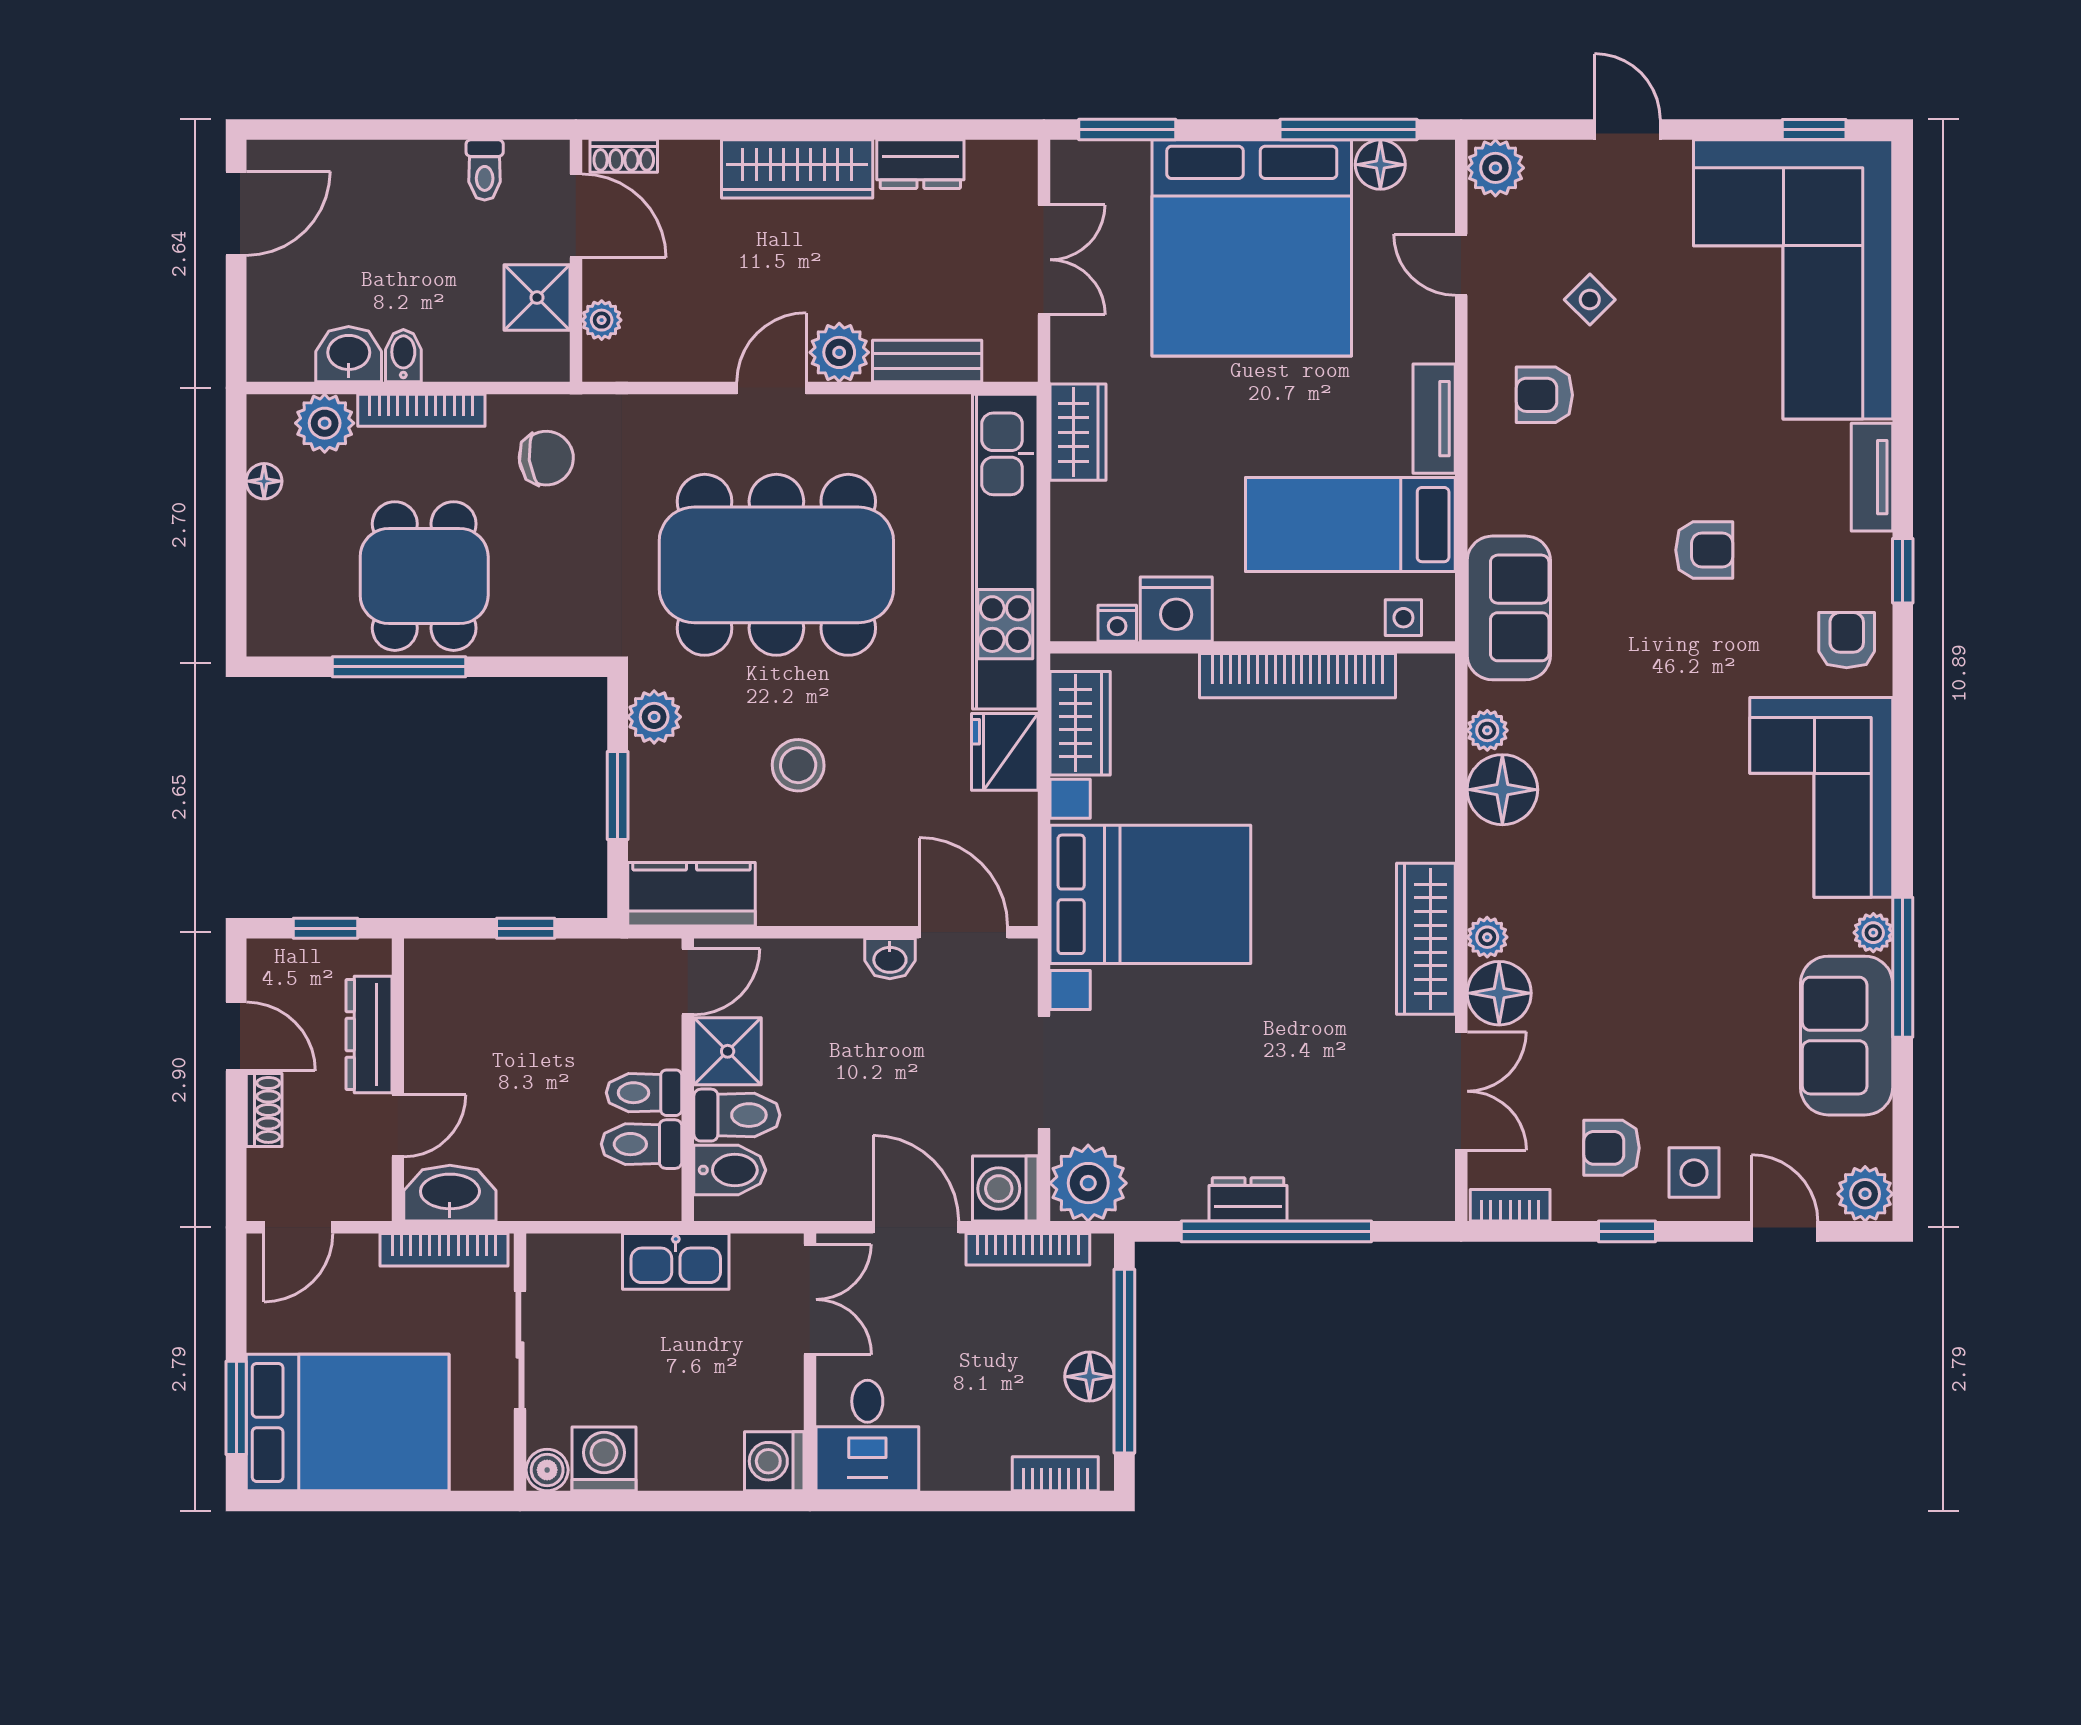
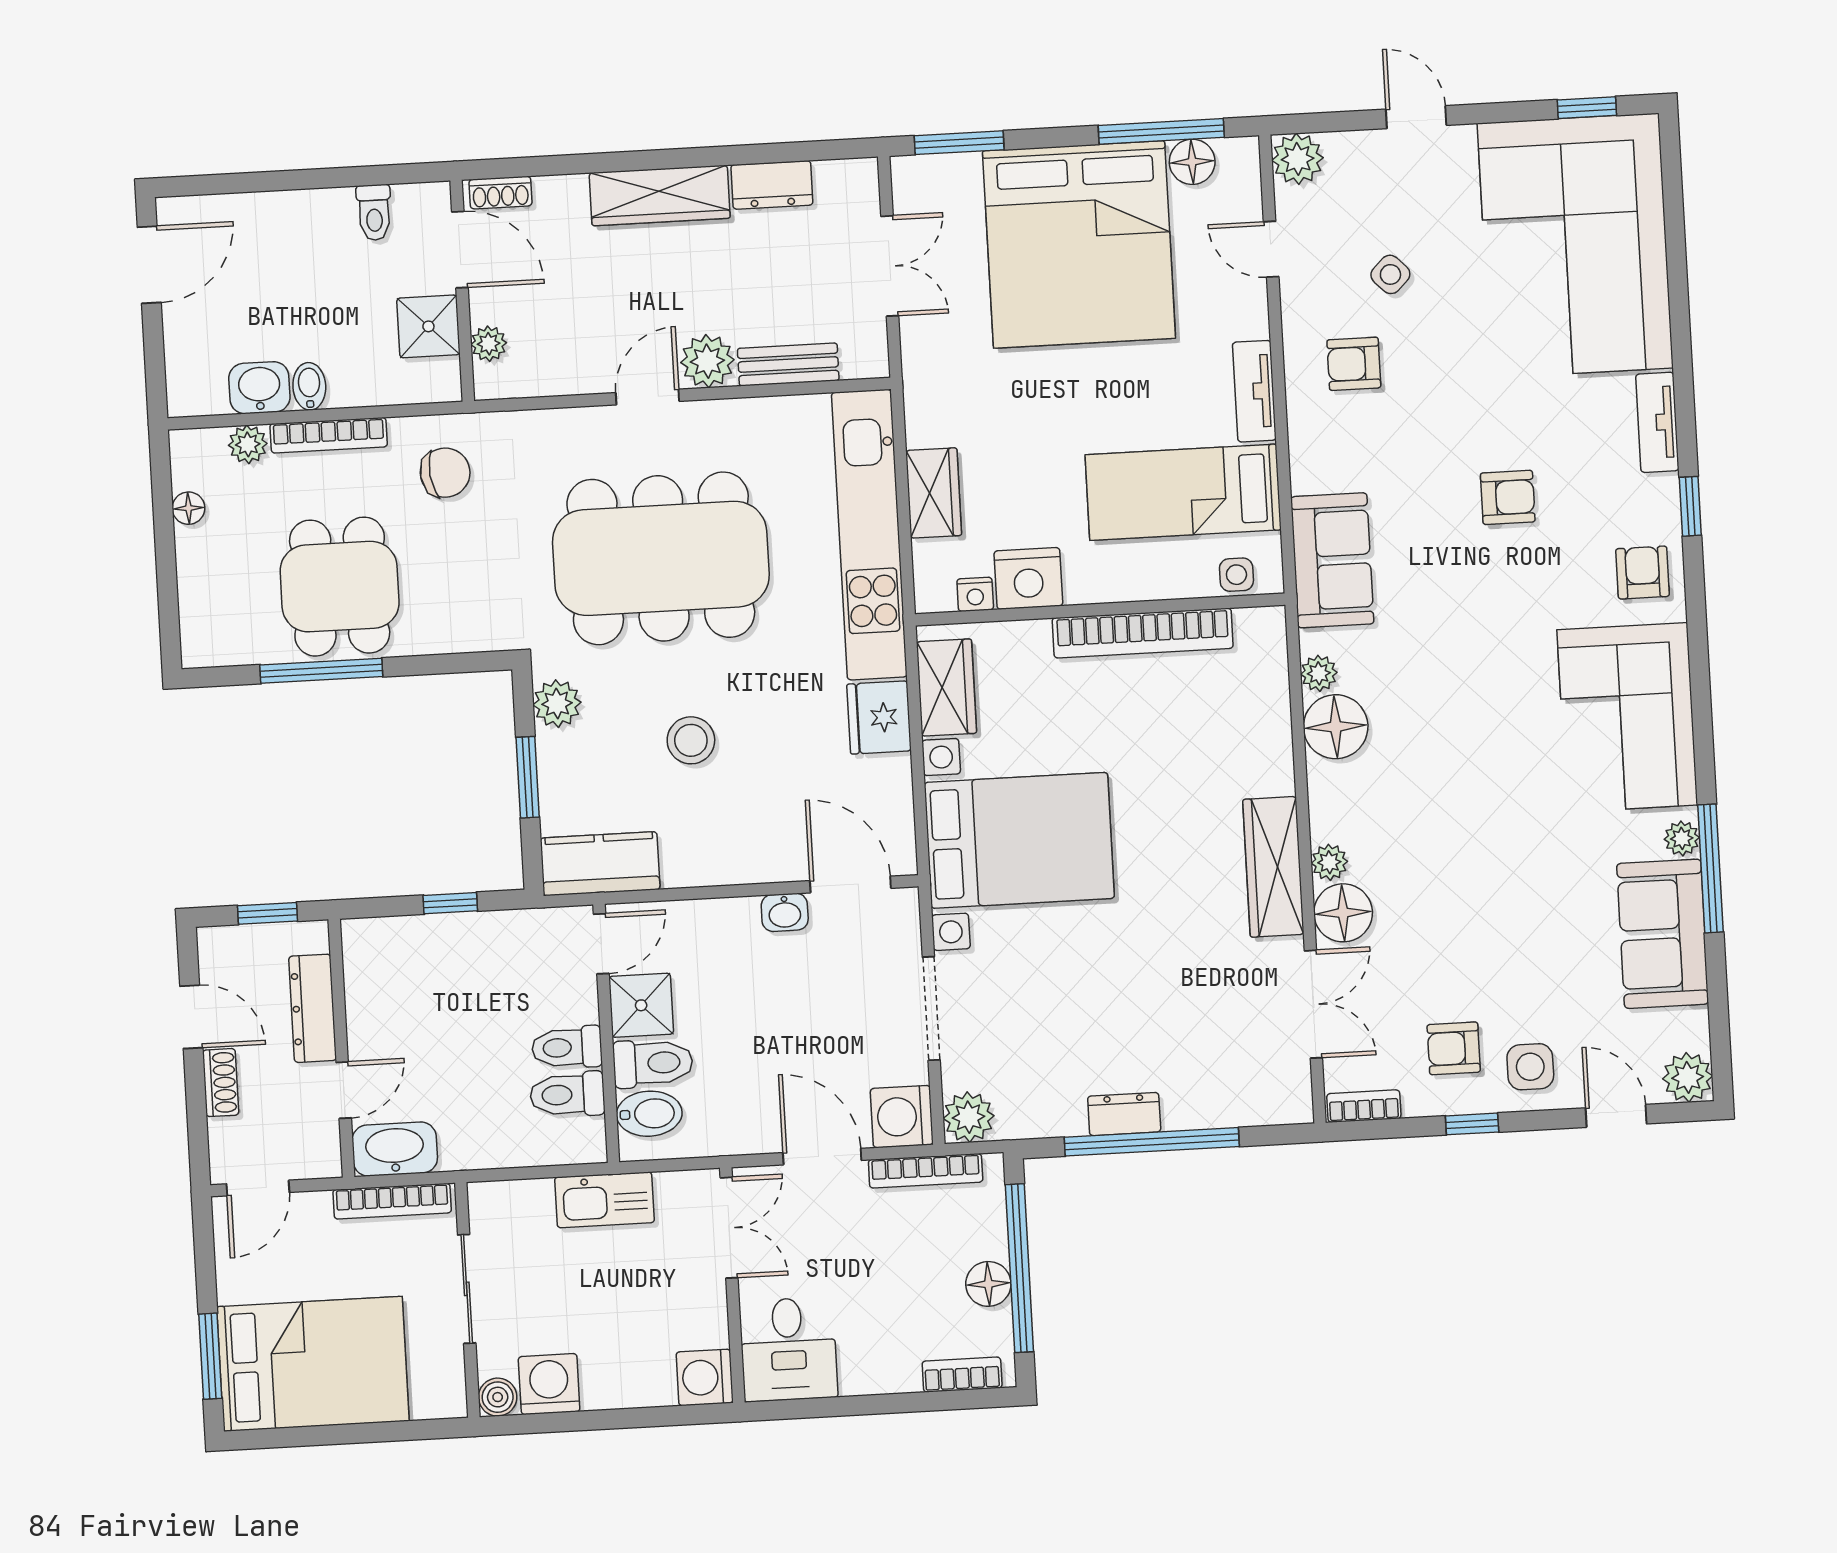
plant: (325, 423) -> (248, 444), width x0.73, depth x0.73
wardrobe: (1078, 432) -> (934, 493), moved
plant: (1088, 1183) -> (969, 1117), width x0.73, depth x0.73

